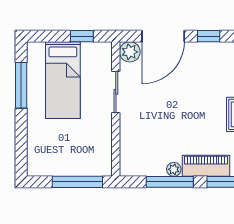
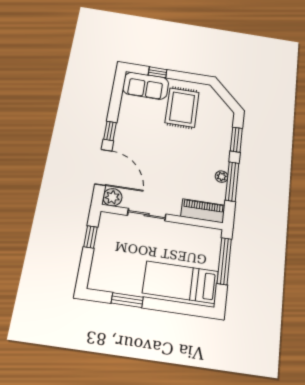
bed: (63, 80) -> (181, 282), moved, turned 180
window: (21, 85) -> (127, 300), width x0.69
piano: (206, 166) -> (203, 211), moved, turned 90

